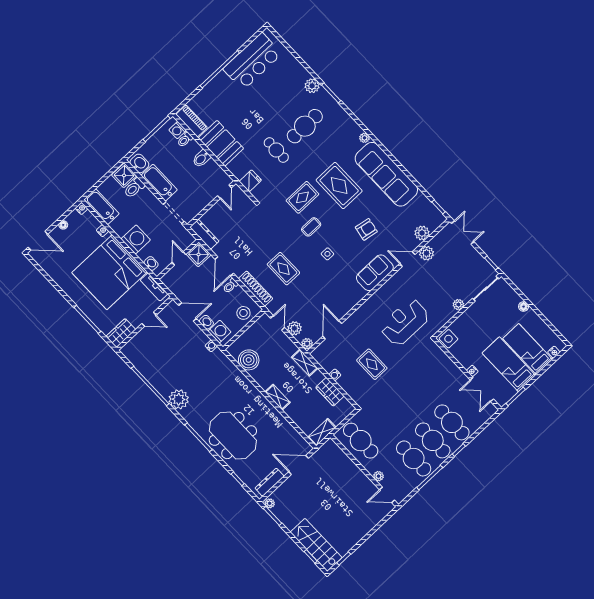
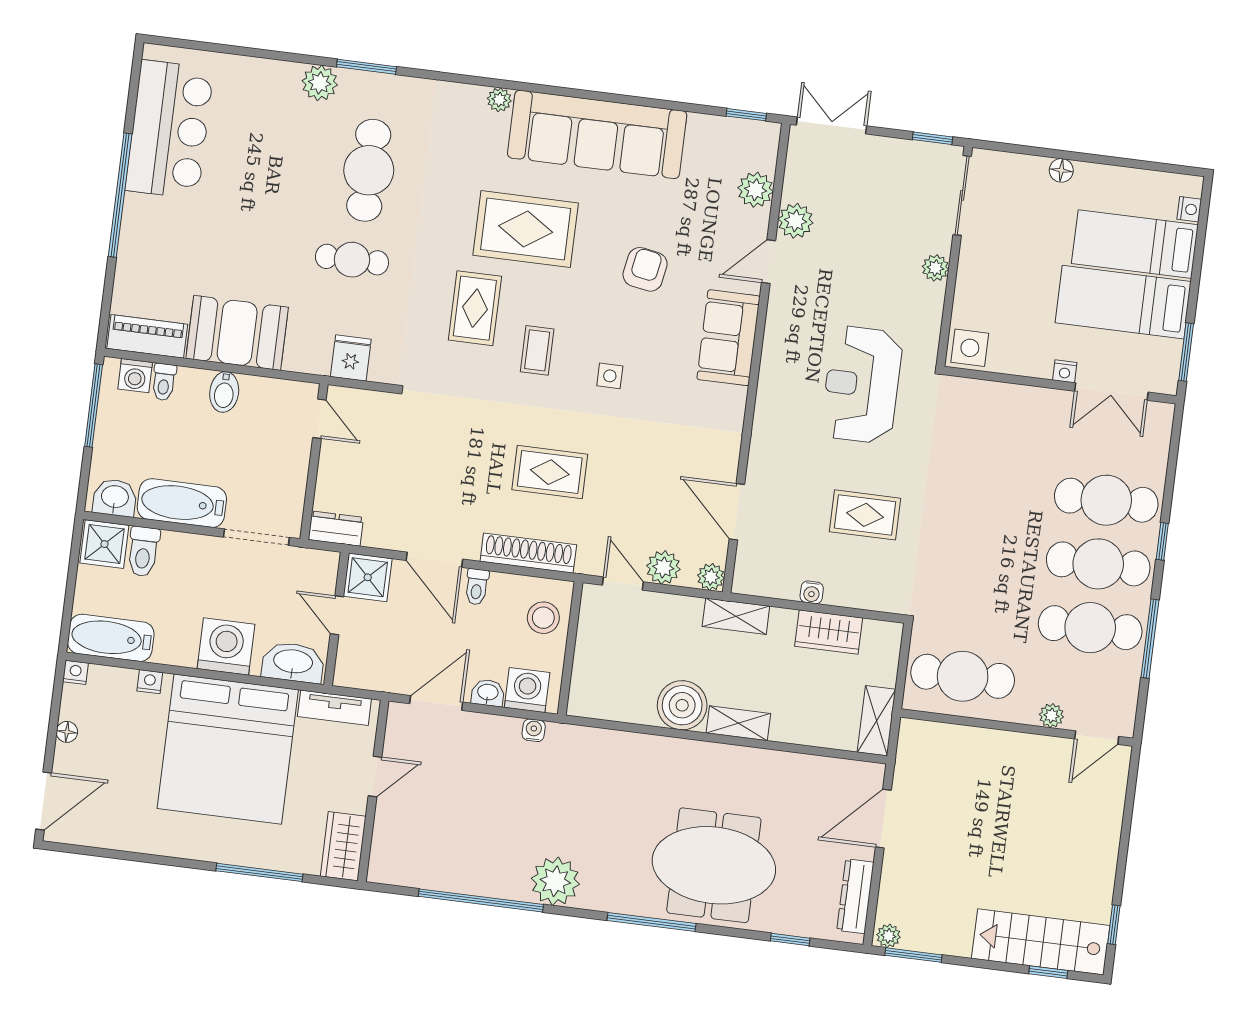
dresser: (204, 234) -> (336, 529), width x0.70
washbasin: (151, 263) -> (293, 662), width x1.91, depth x1.45
boiler: (249, 360) -> (682, 705), moved

